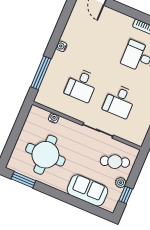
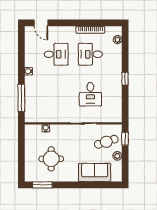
desk: (81, 85) -> (56, 54), moved, turned -90
round table: (45, 155) -> (51, 159), width x0.73, depth x0.73
window: (126, 195) -> (125, 139), moved

